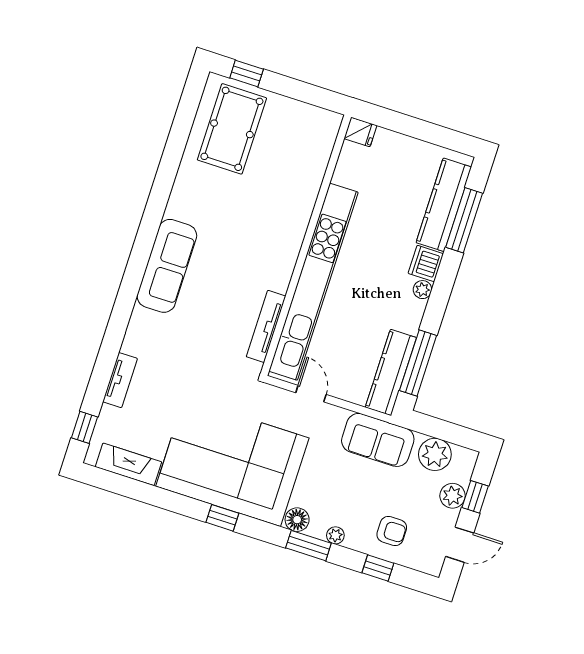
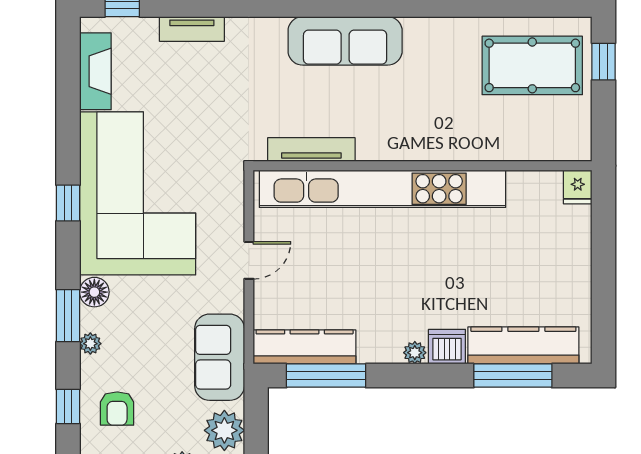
fridge: (360, 132) -> (578, 187), moved
wall: (306, 245) -> (423, 166), moved
kitchen unit: (314, 282) -> (382, 189), moved
tv unit: (266, 326) -> (311, 150), moved

